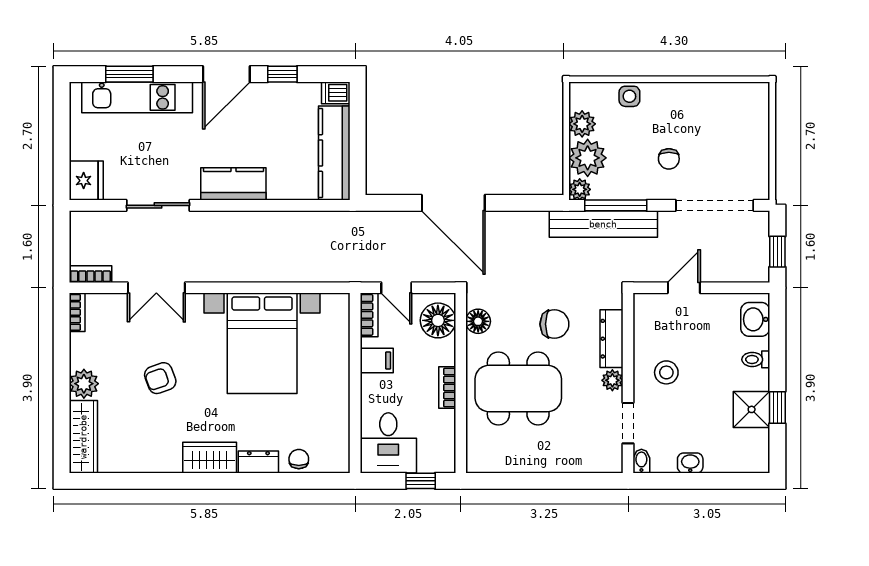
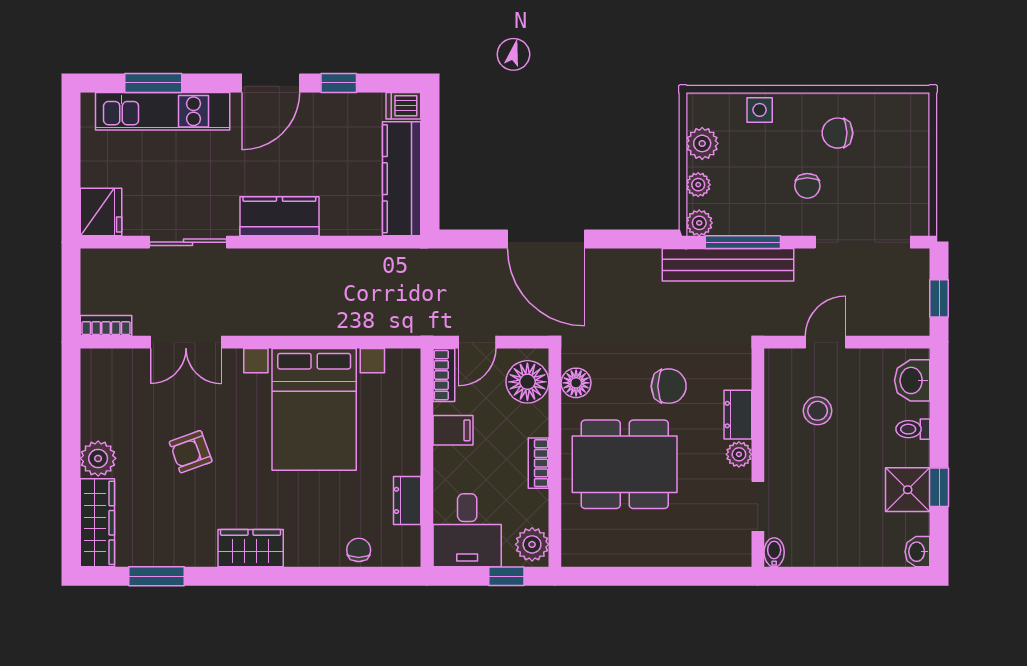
chair: (694, 115) -> (837, 133), added
plant: (588, 158) -> (698, 185), width x0.53, depth x0.53
door: (396, 288) -> (477, 342), hinge flipped
bookcase: (77, 312) -> (90, 372), removed
dresser: (612, 339) -> (738, 415), width x0.70
stool: (666, 372) -> (818, 411), moved
plant: (442, 455) -> (532, 544), added
dresser: (258, 462) -> (407, 500), moved, turned -90
washbasin: (690, 463) -> (917, 552), moved, turned -90
window: (132, 481) -> (156, 576), added

